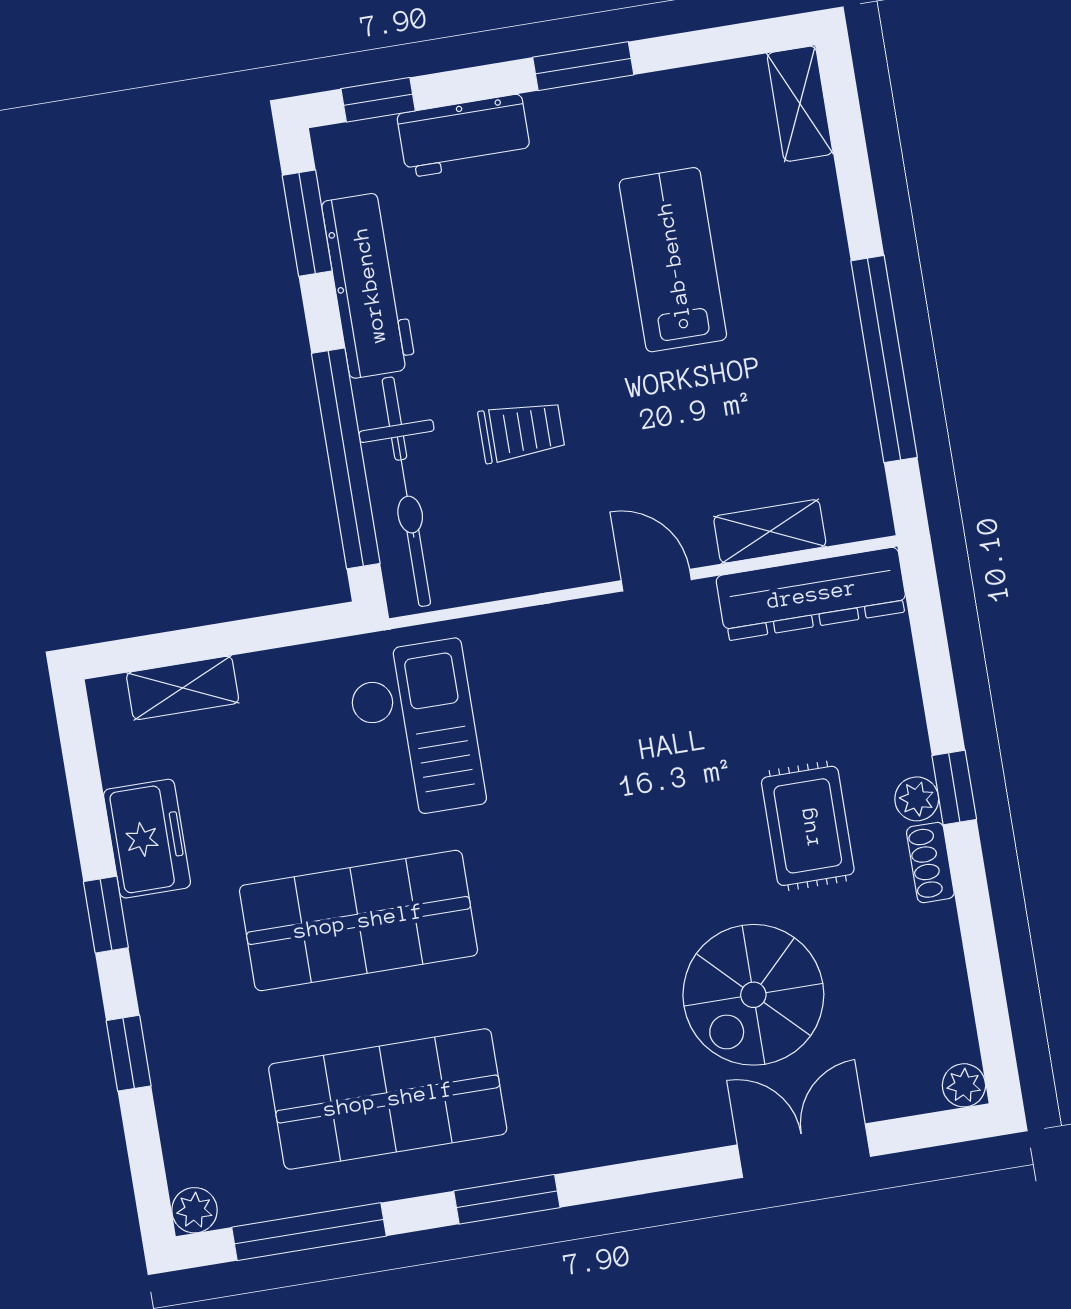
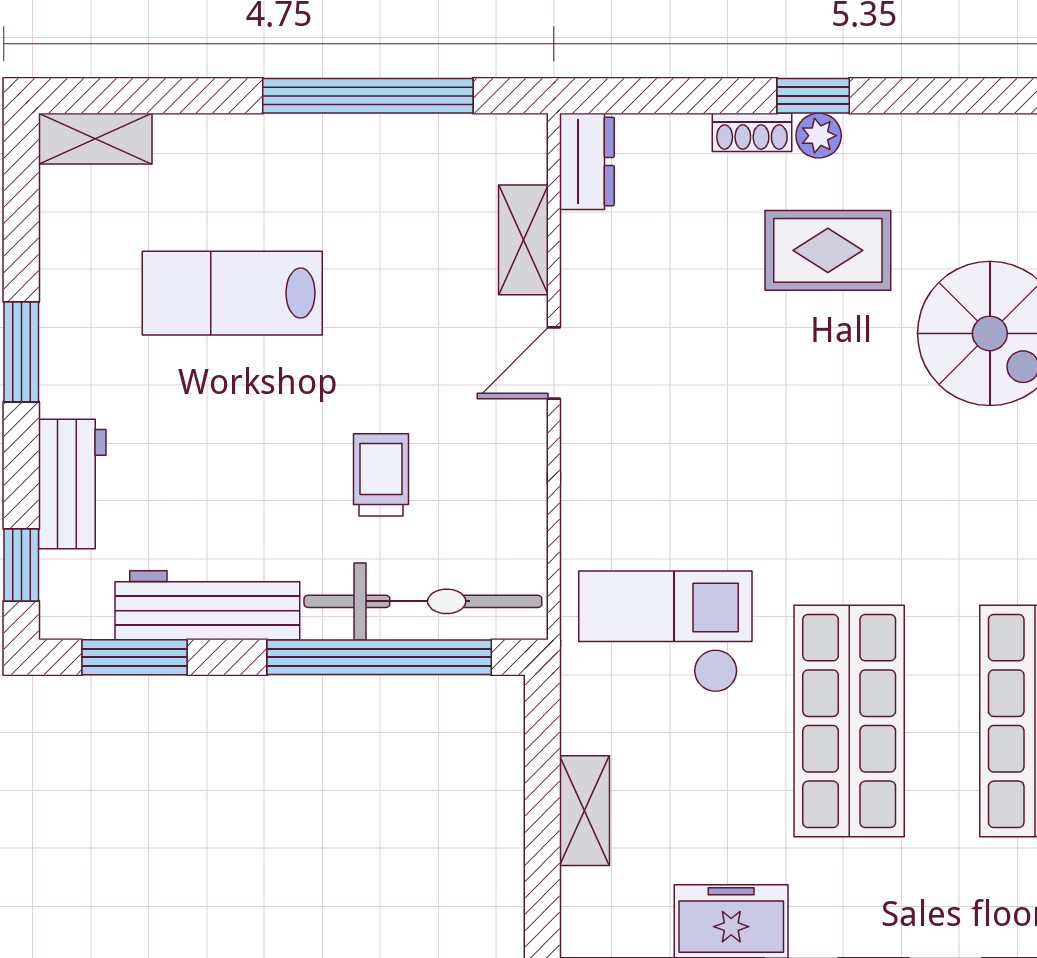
dresser: (812, 594) -> (587, 161), width x0.51, depth x0.80
shelving: (183, 688) -> (585, 811), moved
shoe rack: (930, 863) -> (752, 132), moved

